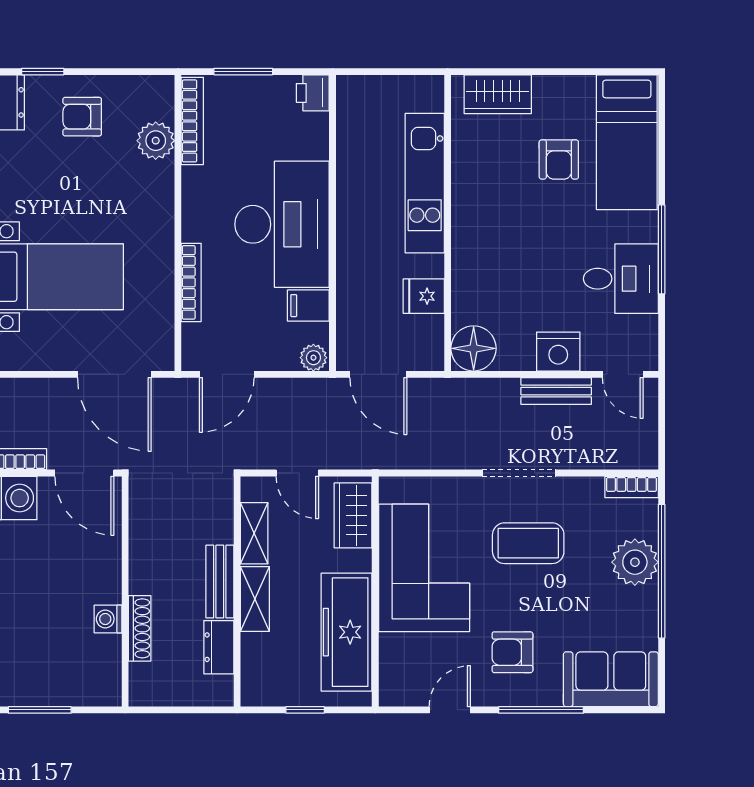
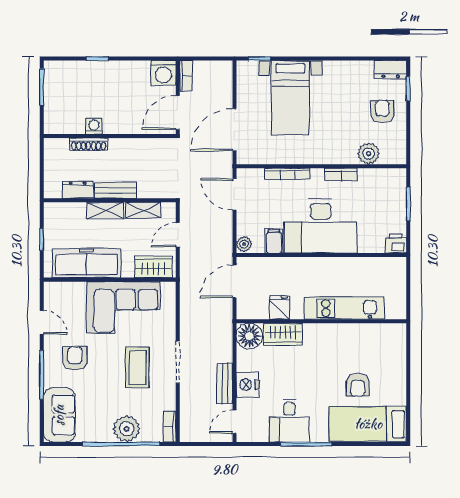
wardrobe: (498, 94) -> (283, 334), moved, turned -90
bookcase: (192, 121) -> (341, 175), moved, width x0.64
armchair: (559, 160) -> (358, 385), turned -90

